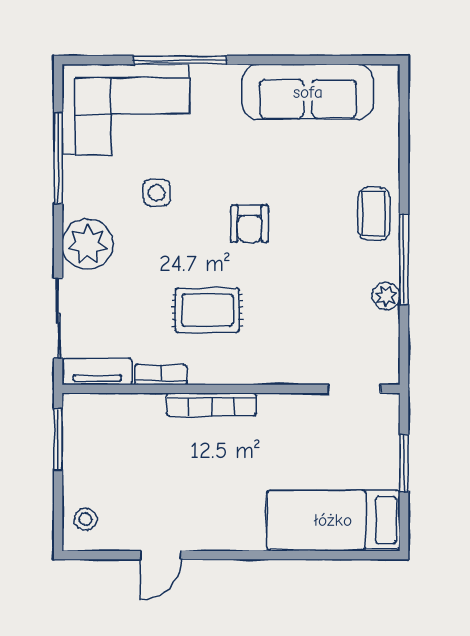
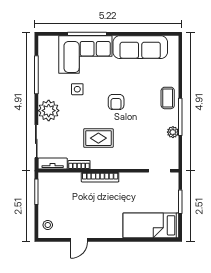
corner sofa: (126, 109) -> (85, 55), moved

